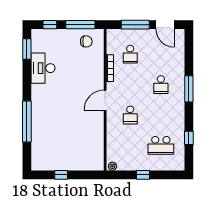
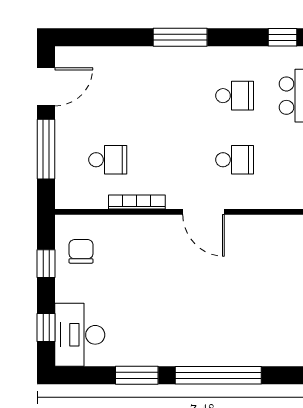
window: (80, 25) -> (46, 264), width x0.46
window: (27, 49) -> (137, 375), moved
desk: (43, 68) -> (80, 335), moved, turned 90
school desk: (161, 85) -> (235, 96), moved
window: (27, 121) -> (218, 375), moved

